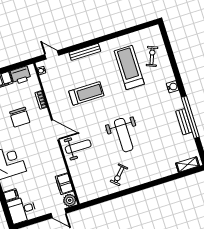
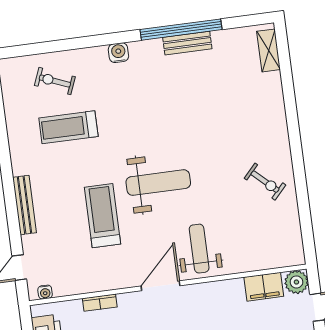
treadmill: (129, 68) -> (68, 127), width x0.73, depth x0.73
weight bench: (124, 135) -> (158, 183), moved

